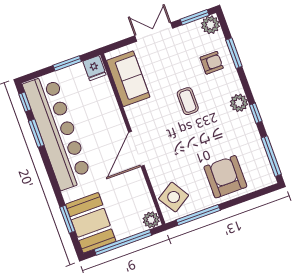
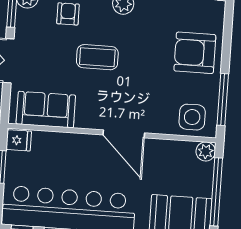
coffee table: (188, 101) -> (97, 57), width x1.36, depth x1.30
side table: (174, 197) -> (192, 117), turned 32

